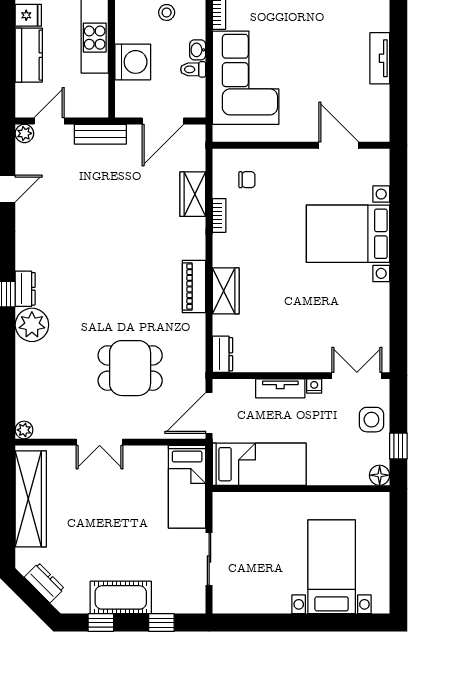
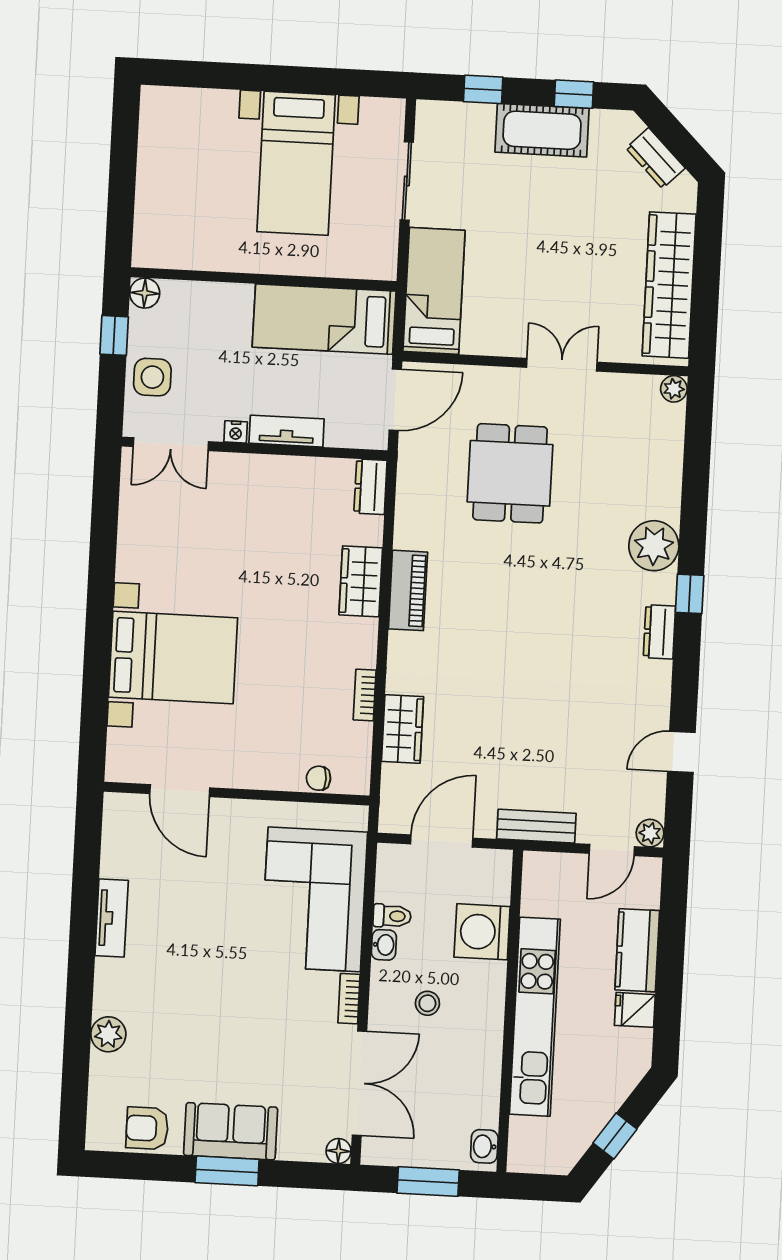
chair: (247, 180) -> (318, 778), moved
dresser: (25, 289) -> (659, 632), moved
dining table: (130, 368) -> (510, 473), turned 90
bed with nightstands: (332, 567) -> (296, 163), moved

